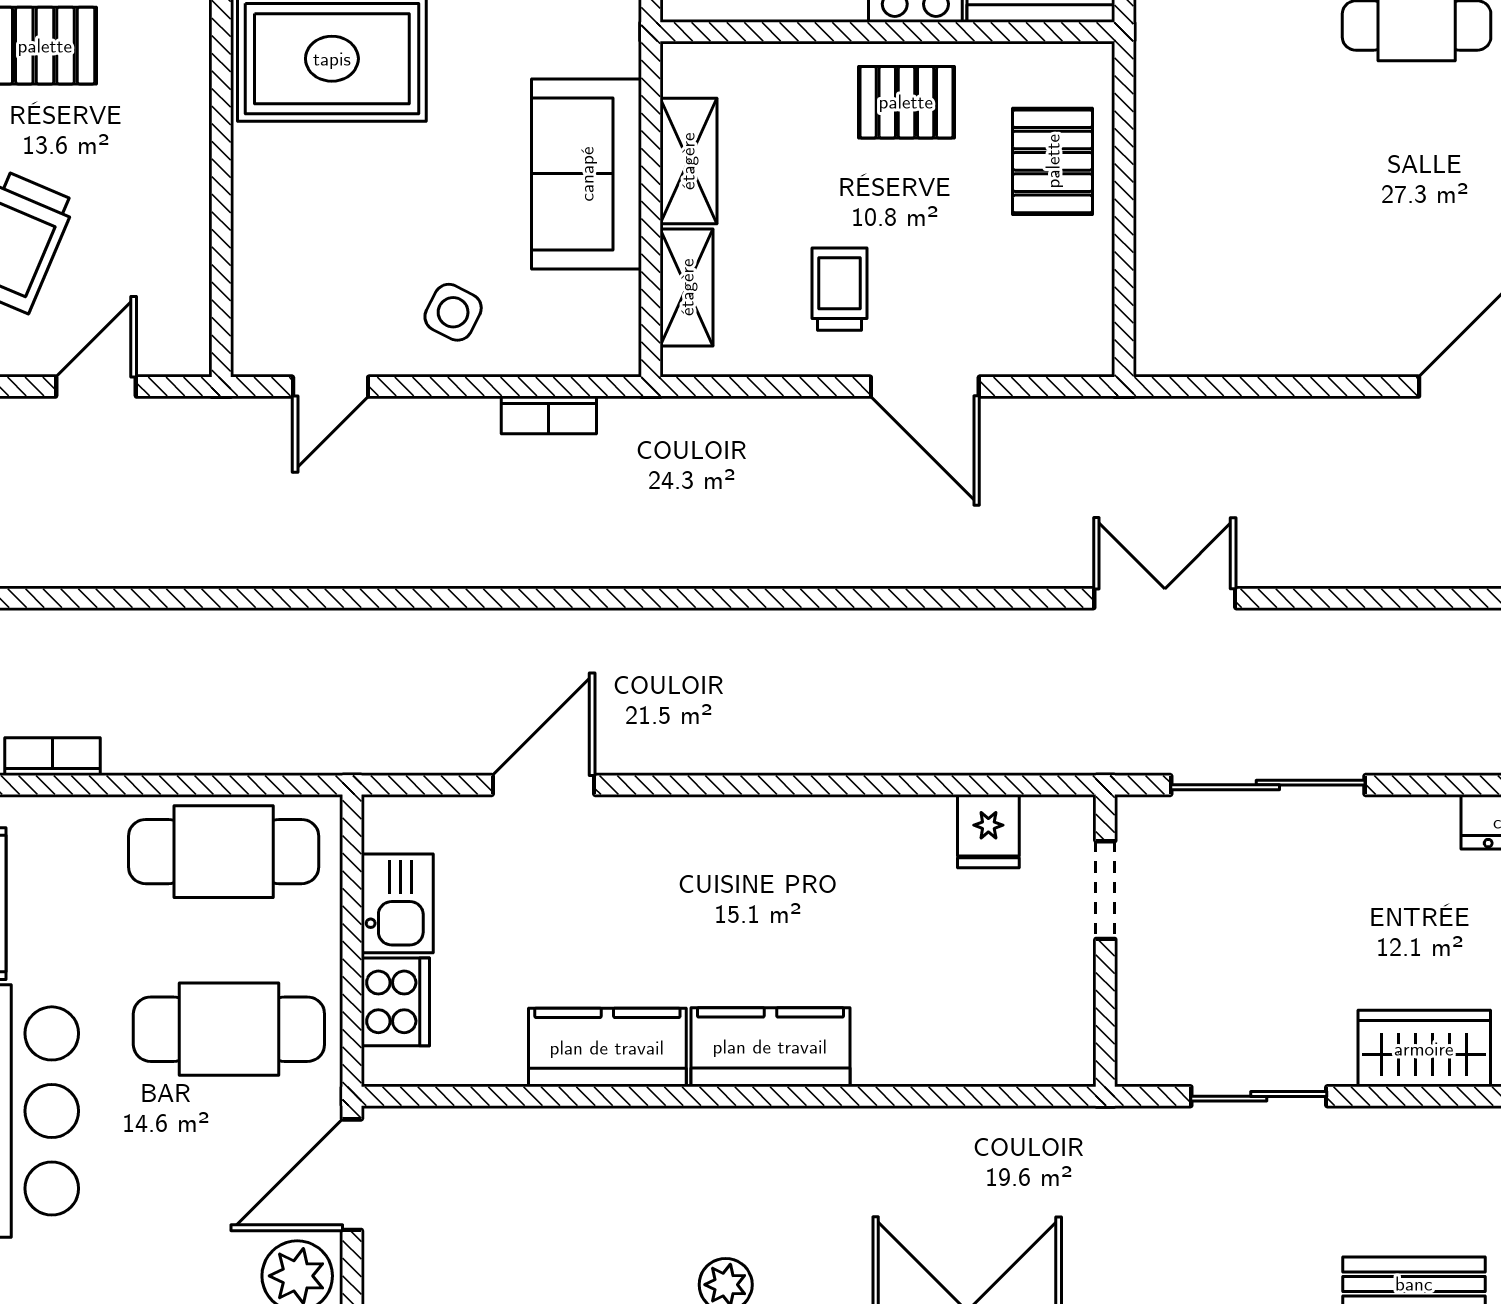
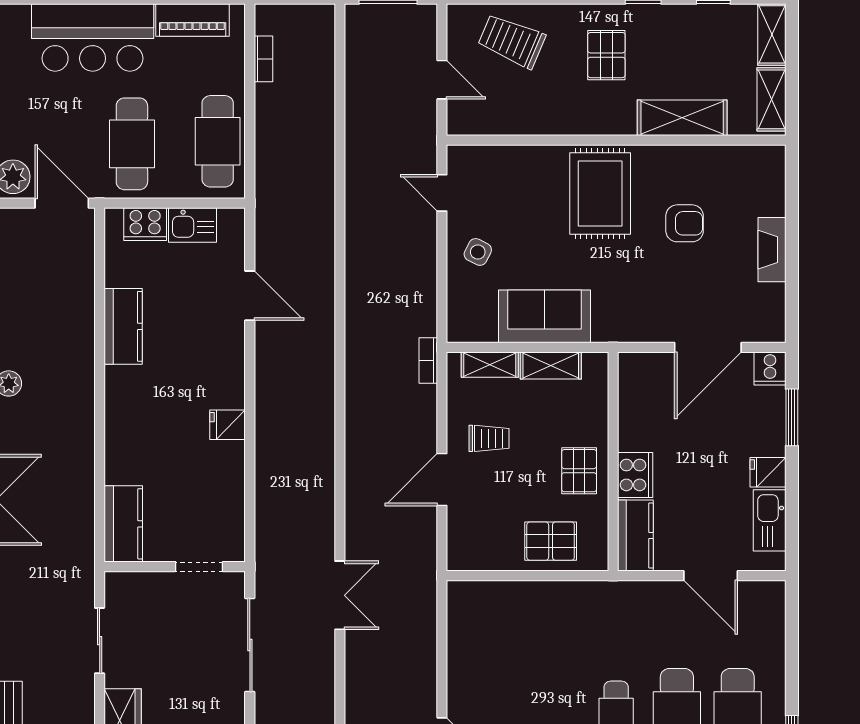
bookcase: (549, 415) -> (428, 360), moved
fridge: (988, 831) -> (228, 425), moved
kitchen counter: (770, 1047) -> (123, 524), moved

